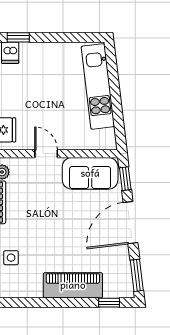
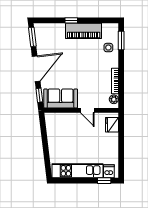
kitchen unit: (98, 86) -> (78, 171), moved, turned -83
piano: (73, 285) -> (84, 31), moved
window: (109, 303) -> (71, 20), moved

